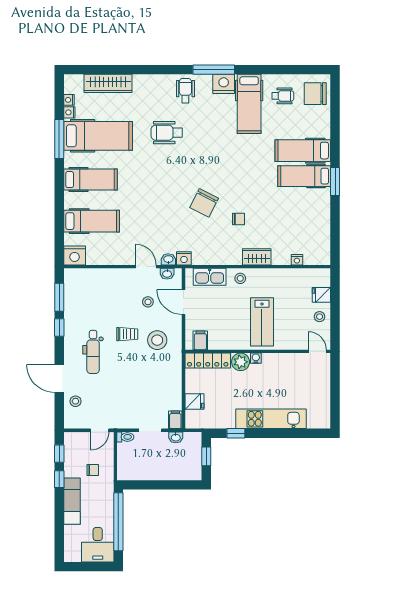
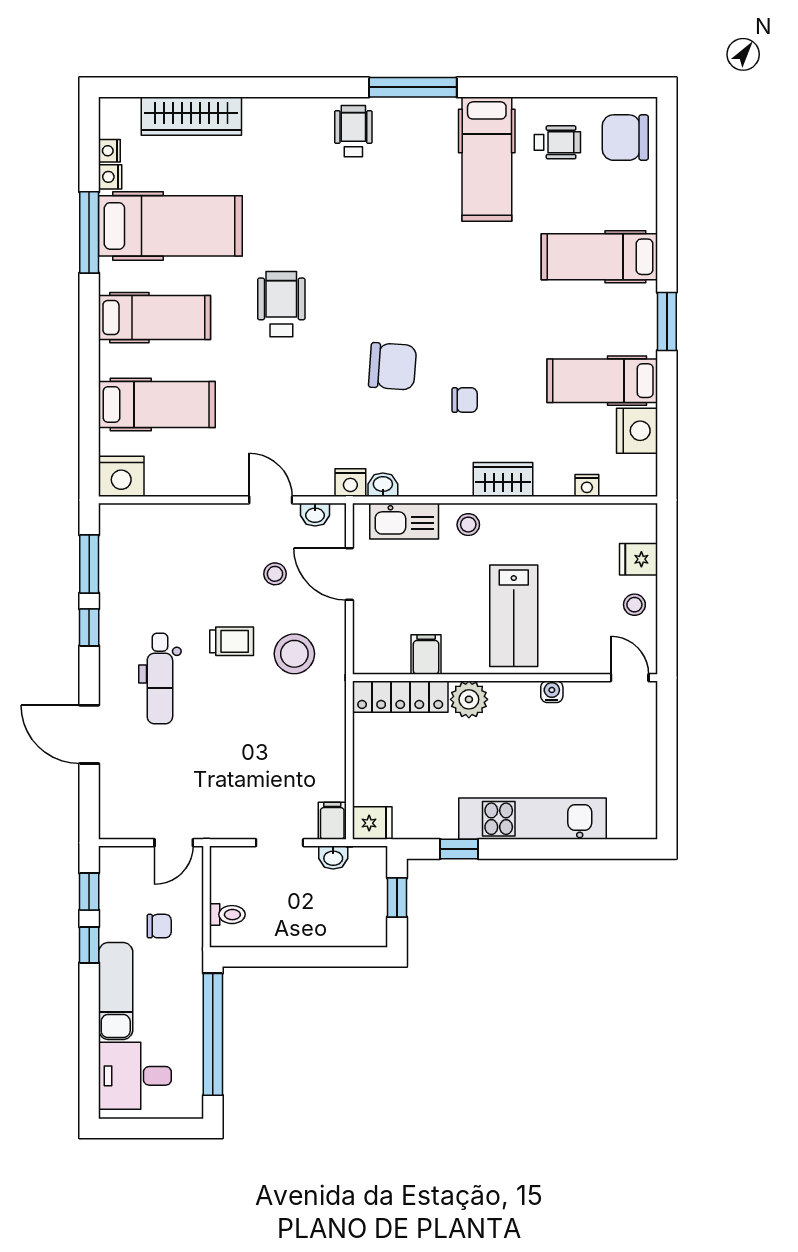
nightstand: (224, 84) -> (637, 431), moved, turned 90
wheelchair: (167, 133) -> (281, 304), moved, turned 90
hospital bed: (304, 176) -> (602, 381), moved
chair: (204, 203) -> (393, 366), turned -113
washbasin: (168, 259) -> (383, 485), moved
filing cabinet: (200, 340) -> (426, 655), moved
water cooler: (256, 358) -> (552, 692), moved
stool: (75, 401) -> (123, 782), removed
fridge: (194, 402) -> (372, 823), moved
toilet: (125, 437) -> (227, 915), moved
desk: (98, 545) -> (135, 1076), moved, turned 90

